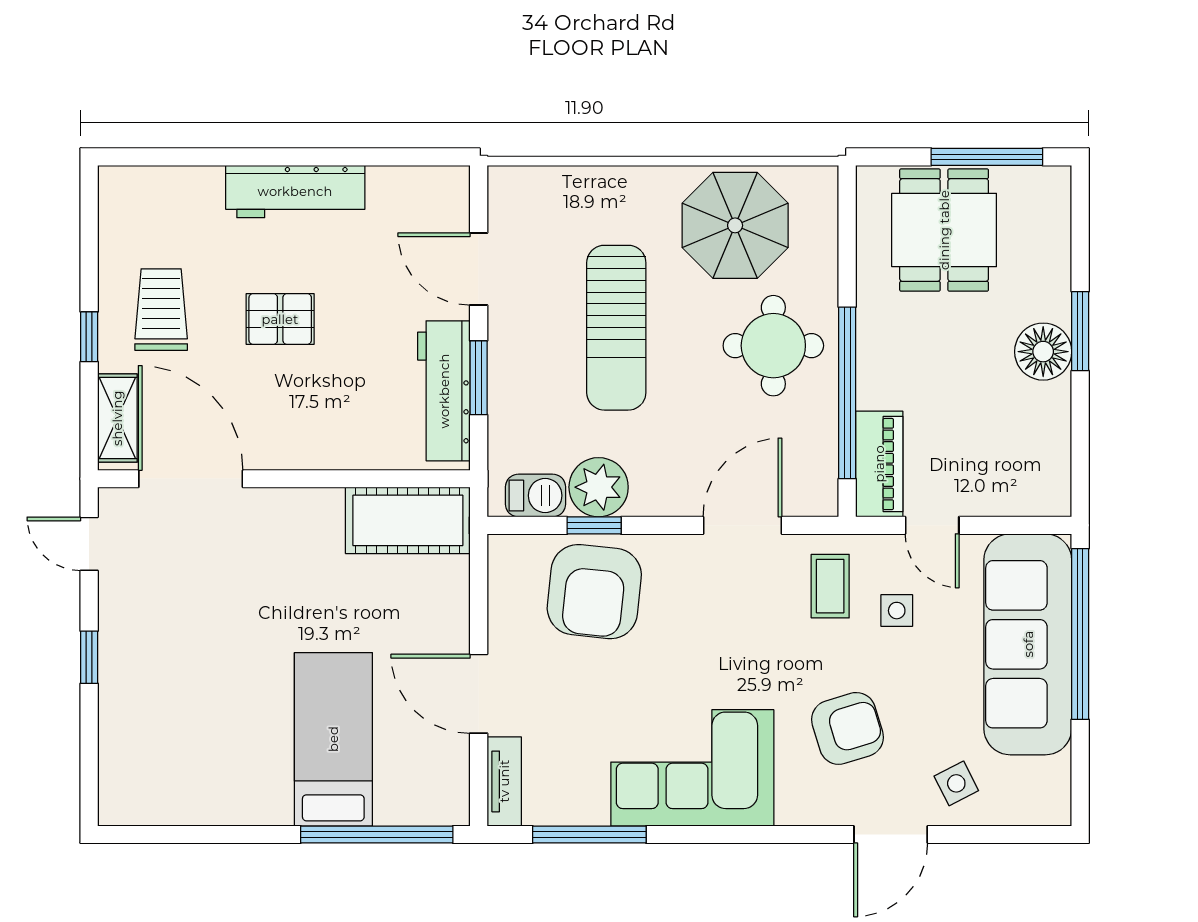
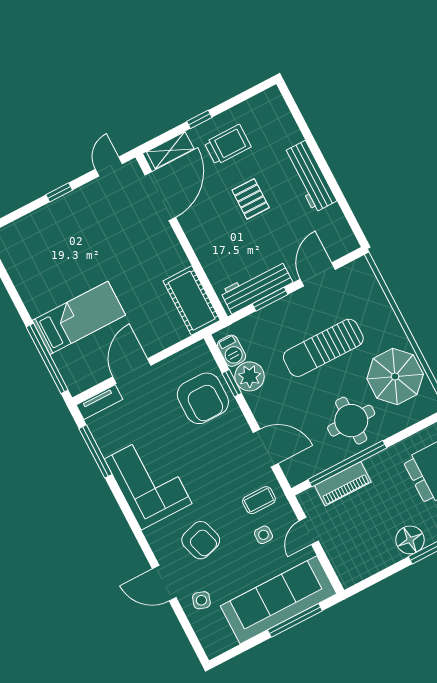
piano: (879, 464) -> (343, 484), moved
armchair: (594, 592) -> (203, 398), turned -96
window: (1080, 634) -> (295, 620), width x0.68
side table: (956, 783) -> (201, 600), turned 45

